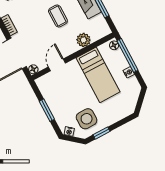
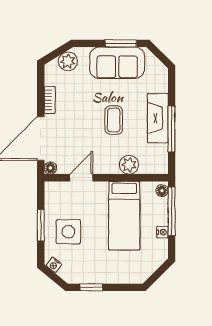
side table: (87, 119) -> (68, 232), moved

